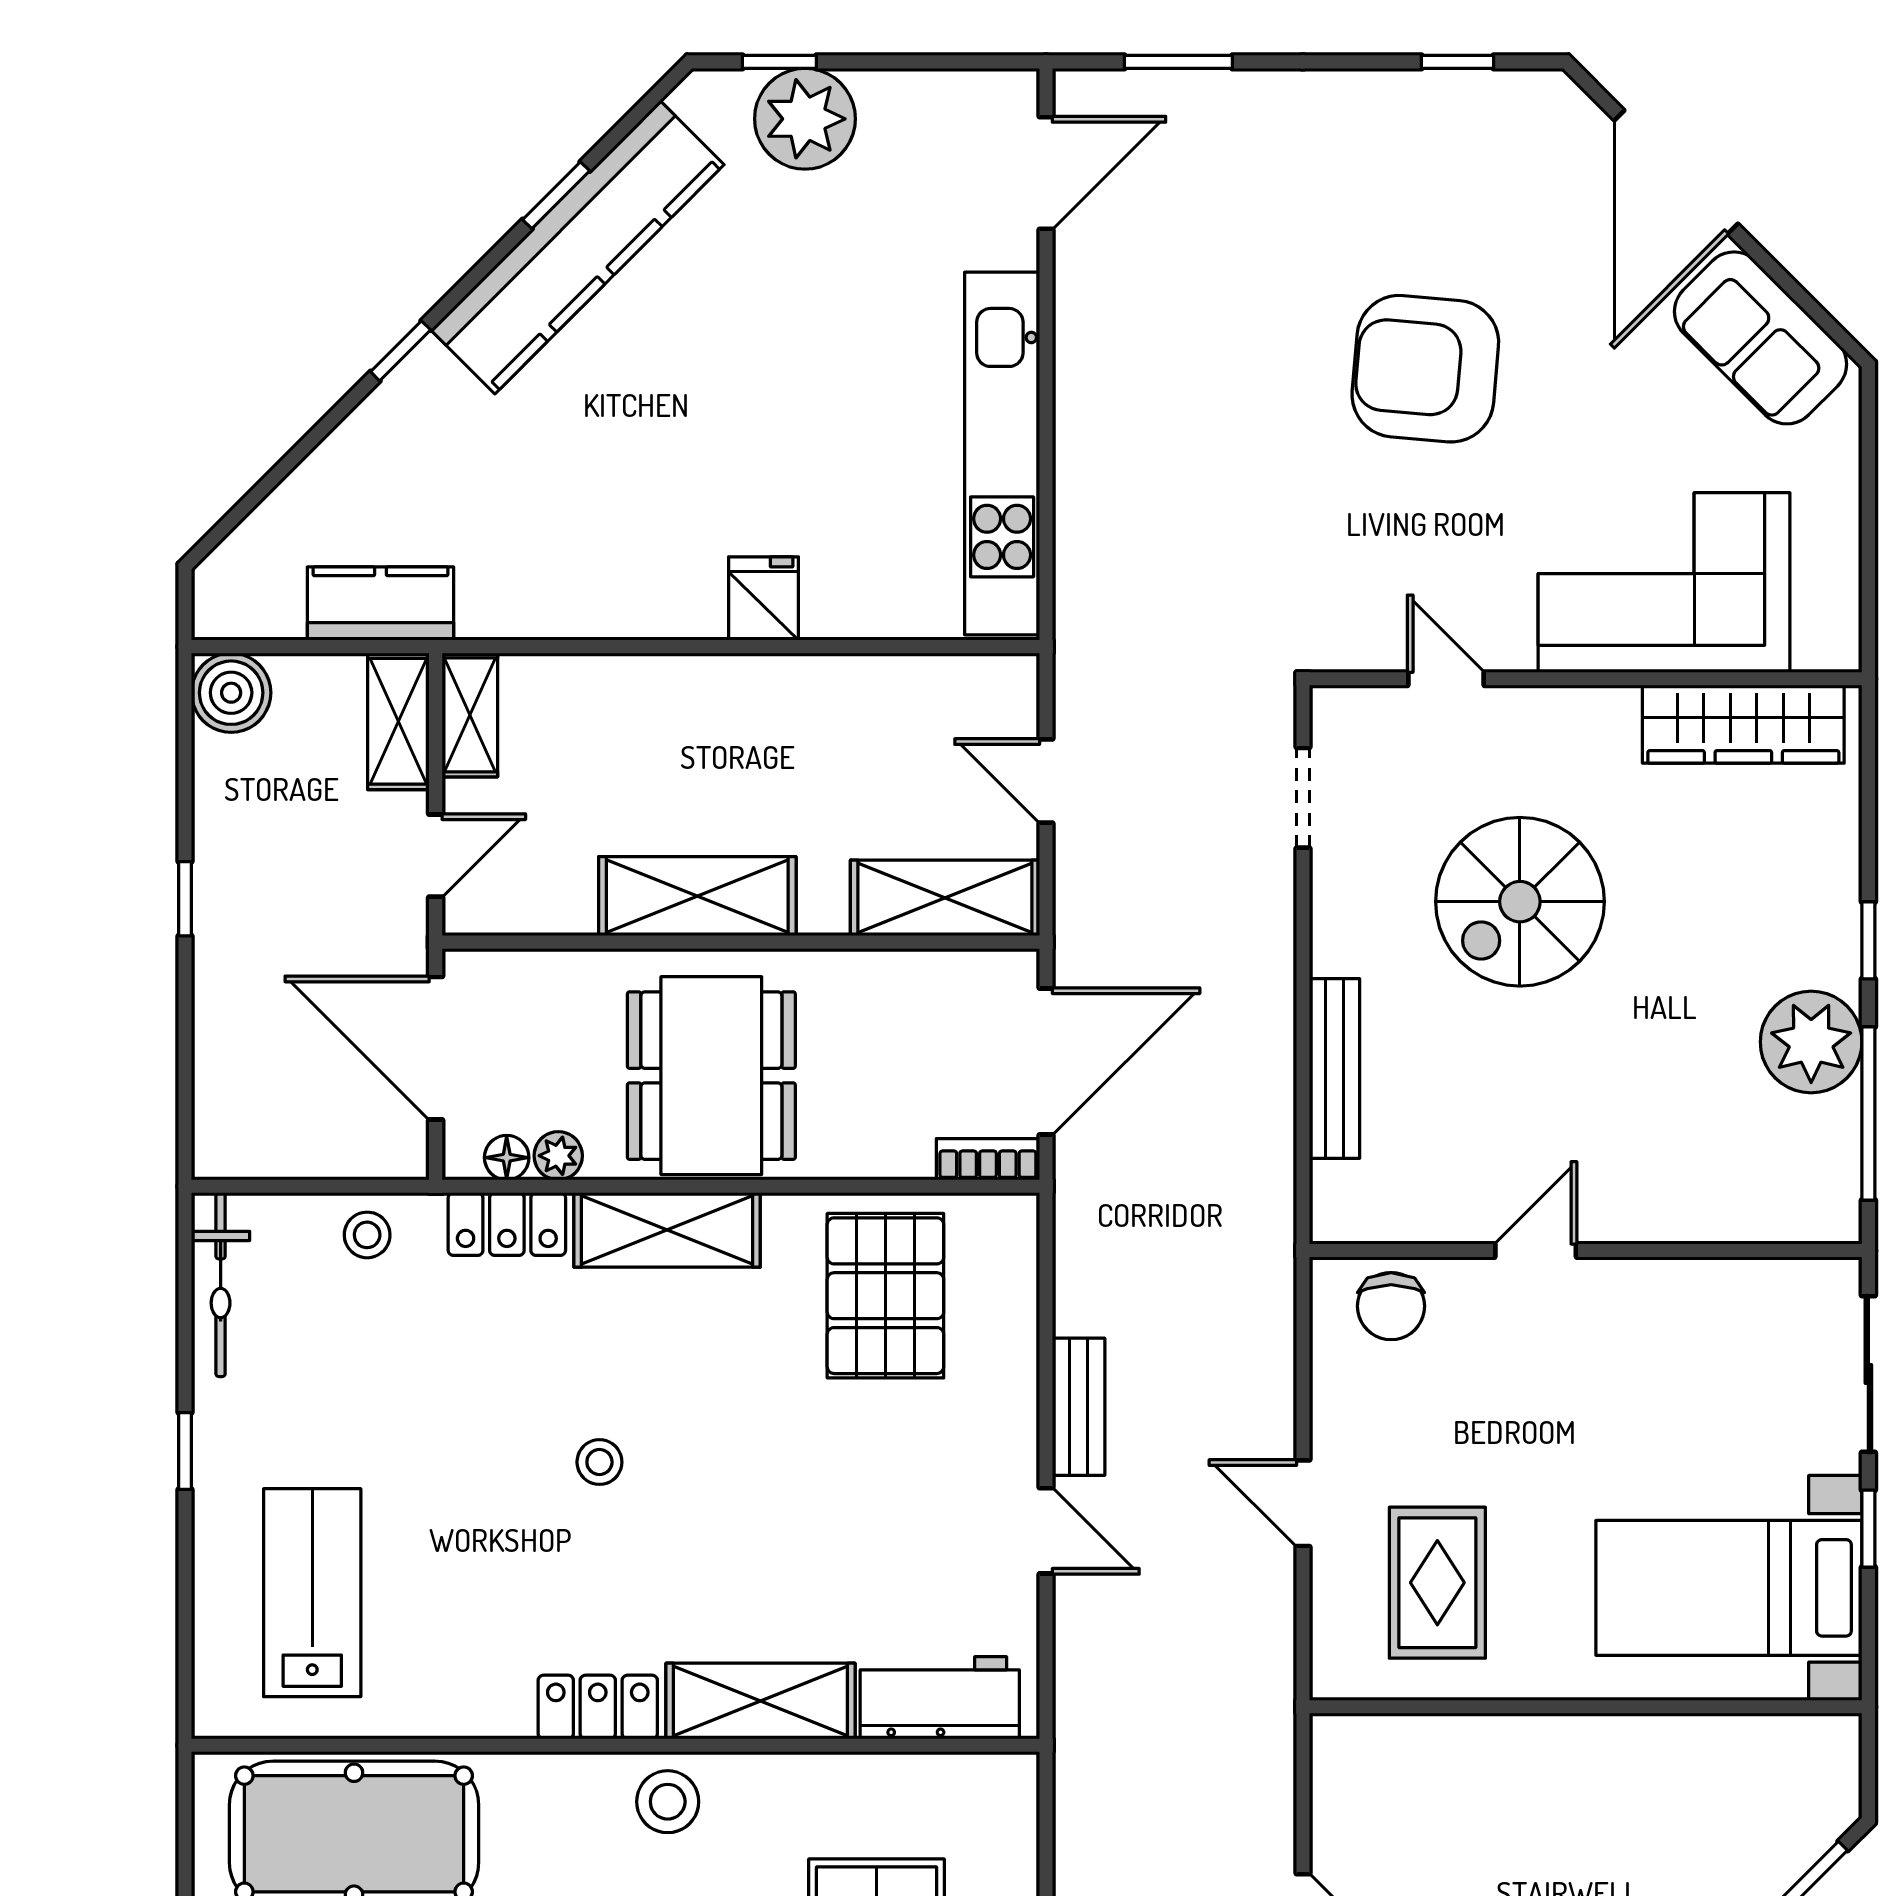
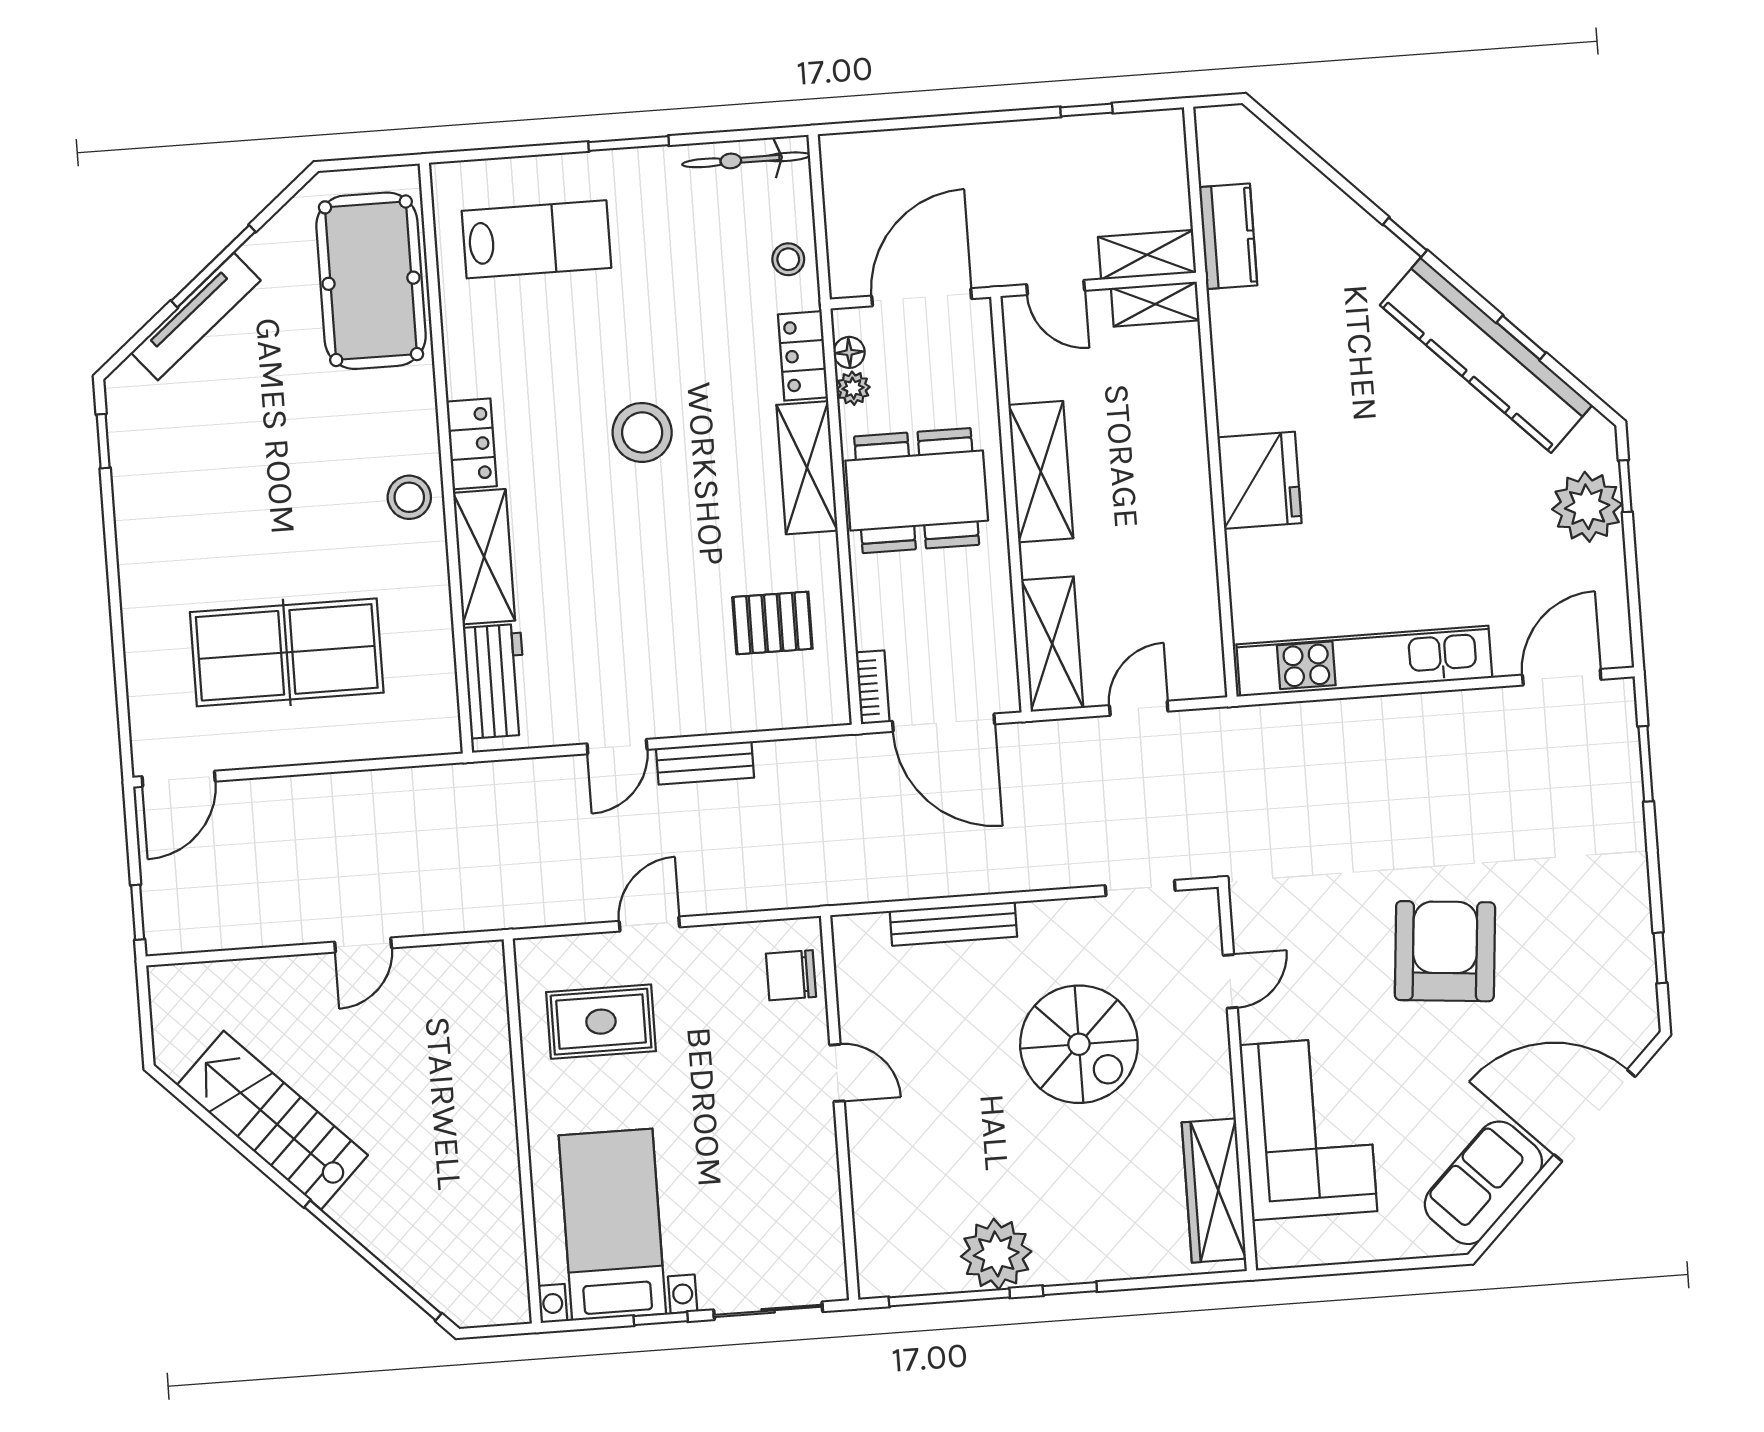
door: (1046, 173) -> (1562, 677), swing flipped
fridge: (763, 599) -> (1259, 480), width x1.88, depth x1.34
boiler: (231, 693) -> (1158, 137), removed
window: (185, 899) -> (1086, 110), moved
spiral stairs: (1520, 902) -> (1079, 1044), turned 180
pallet: (885, 1296) -> (772, 623), width x0.67, depth x0.71
window: (185, 1451) -> (629, 144), width x1.50
stool: (599, 1462) -> (642, 432), width x1.89, depth x1.89

